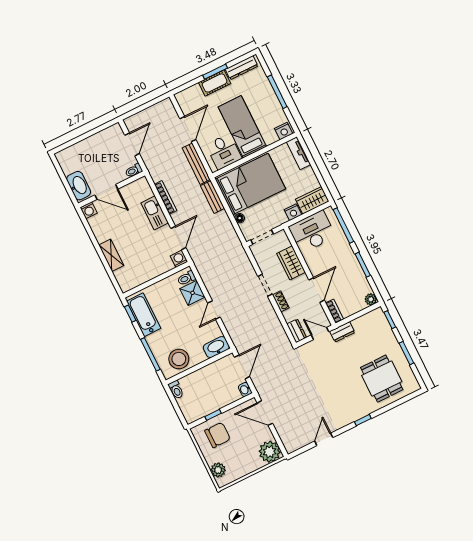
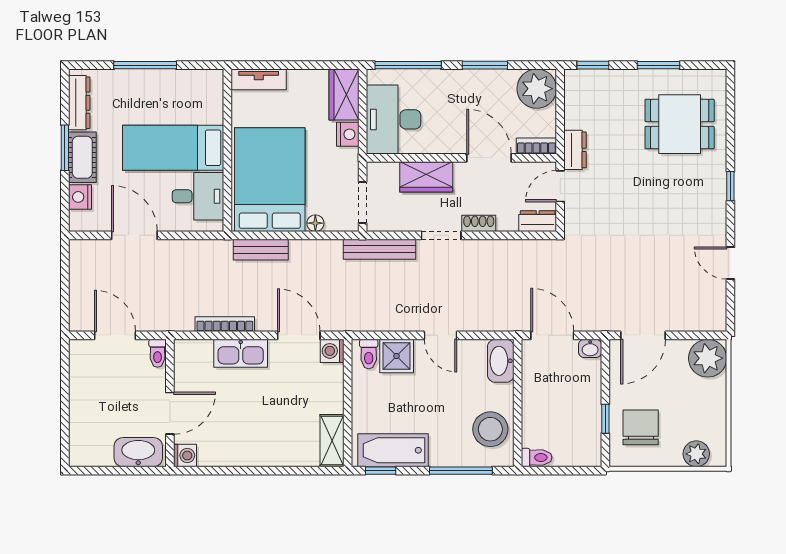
nightstand: (284, 131) -> (80, 197), moved, turned 180
bench: (196, 164) -> (379, 249), moved
shelving: (111, 255) -> (332, 441), moved, turned 90
plant: (371, 299) -> (537, 89), width x1.87, depth x1.87

